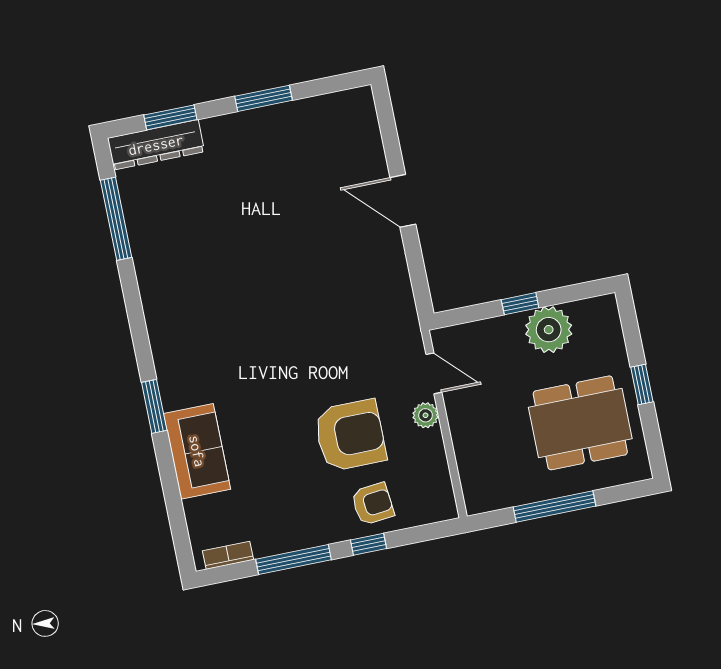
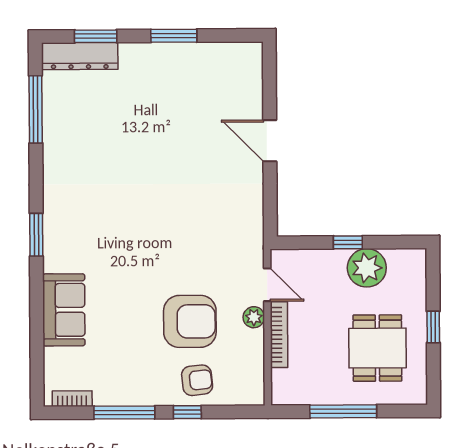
window: (154, 406) -> (36, 235), moved
dining table: (580, 423) -> (377, 348), width x0.73
bookcase: (460, 430) -> (279, 335), added

